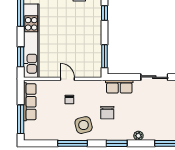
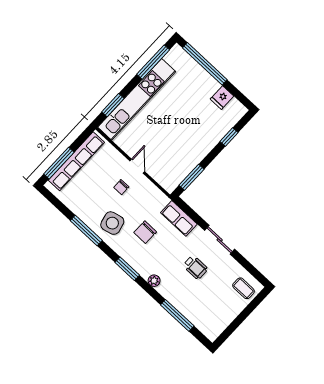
row of seats: (30, 102) -> (76, 161), width x1.36
wheelchair: (155, 106) -> (195, 267), added

